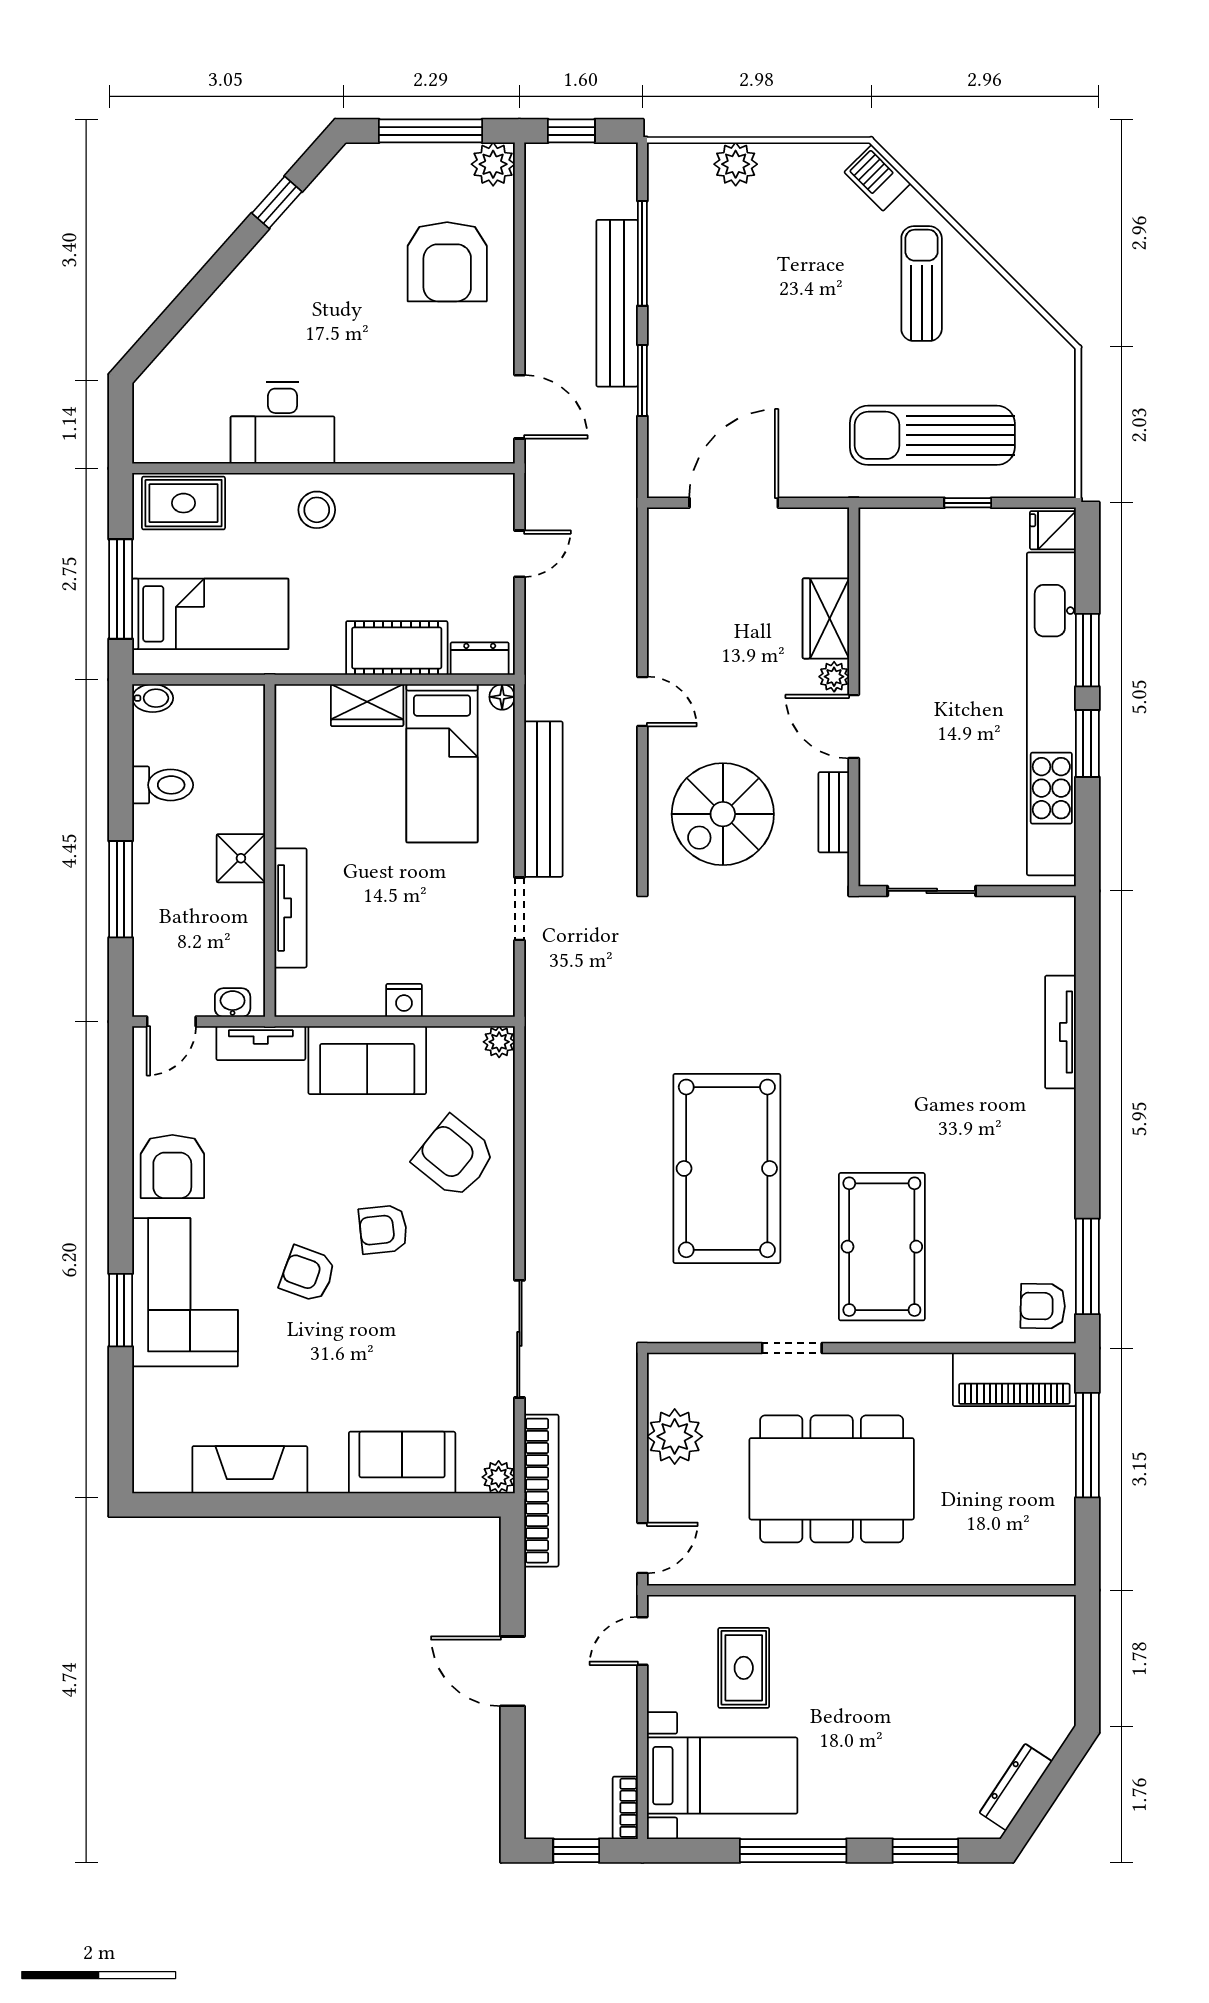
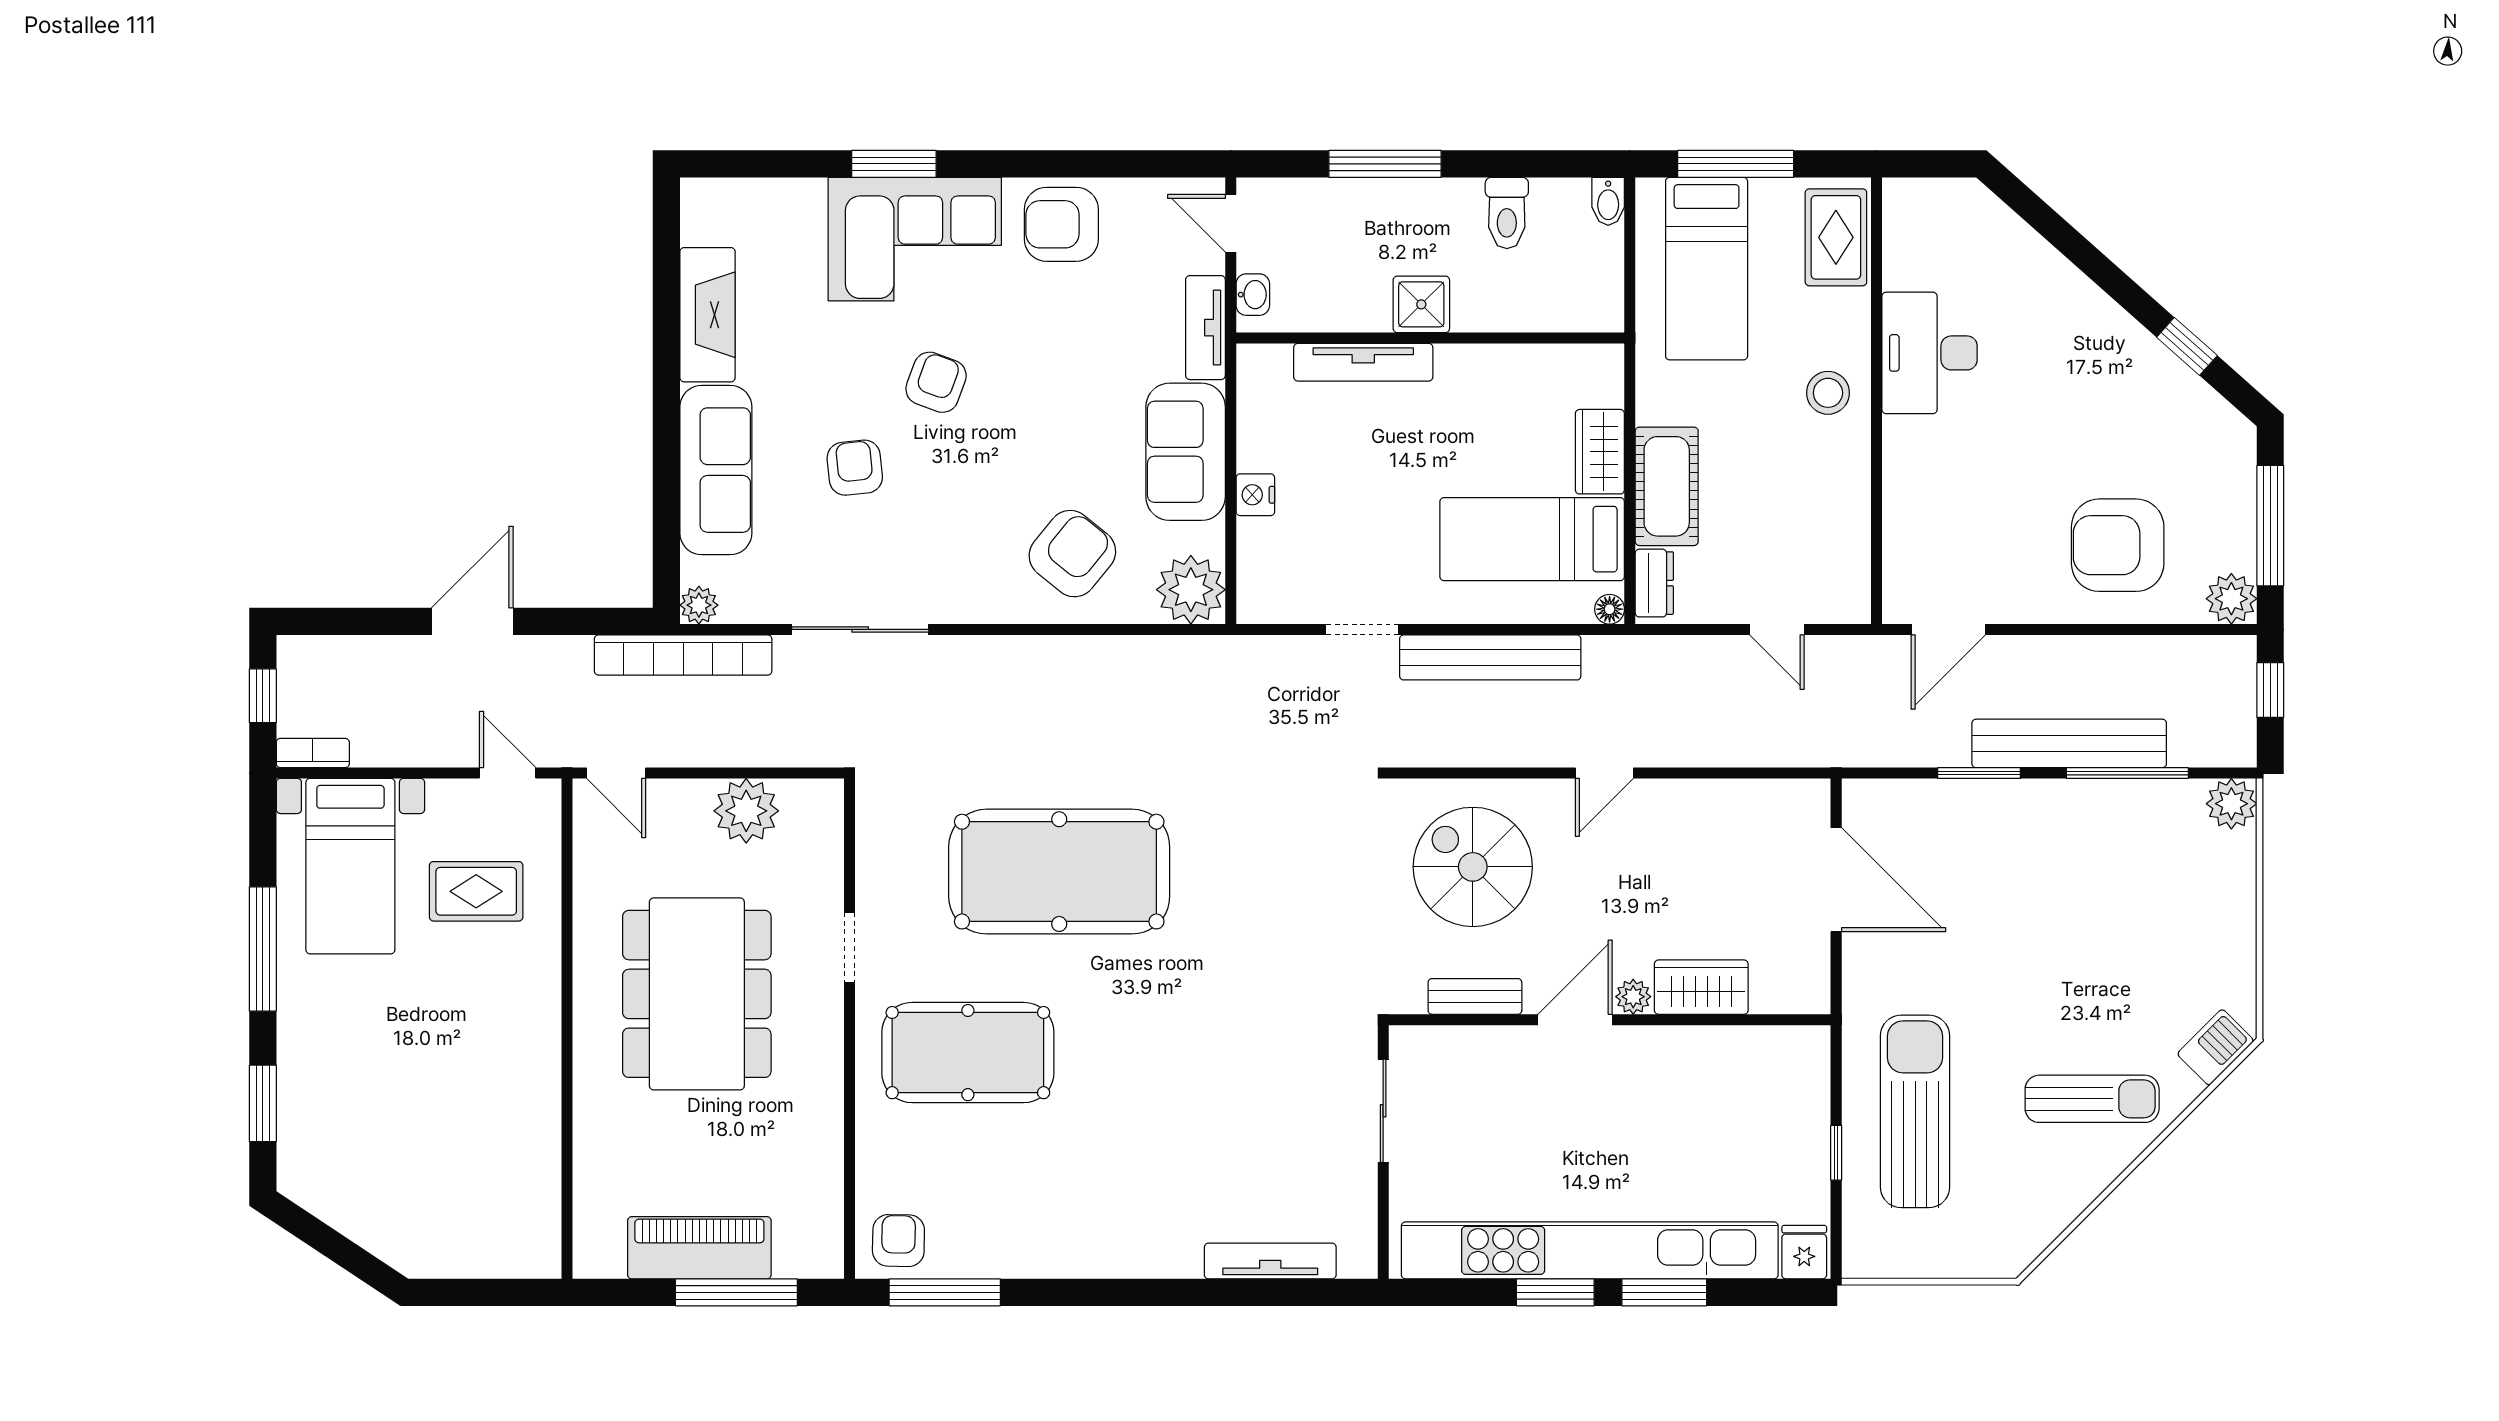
plant: (736, 164) -> (2231, 804), moved
tv unit: (1060, 1032) -> (1270, 1261), moved
plant: (499, 1042) -> (1191, 590), width x1.87, depth x1.87
armchair: (383, 1229) -> (855, 468), moved
piano: (1014, 1379) -> (699, 1248), moved, turned 90
sofa: (402, 1463) -> (716, 470), width x1.36
dresser: (1016, 1787) -> (337, 1209), removed

